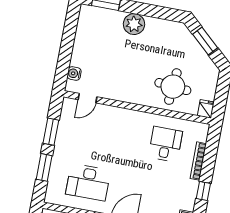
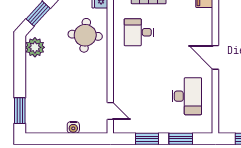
plant: (134, 24) -> (35, 47), moved
water cooler: (74, 73) -> (73, 127), moved

